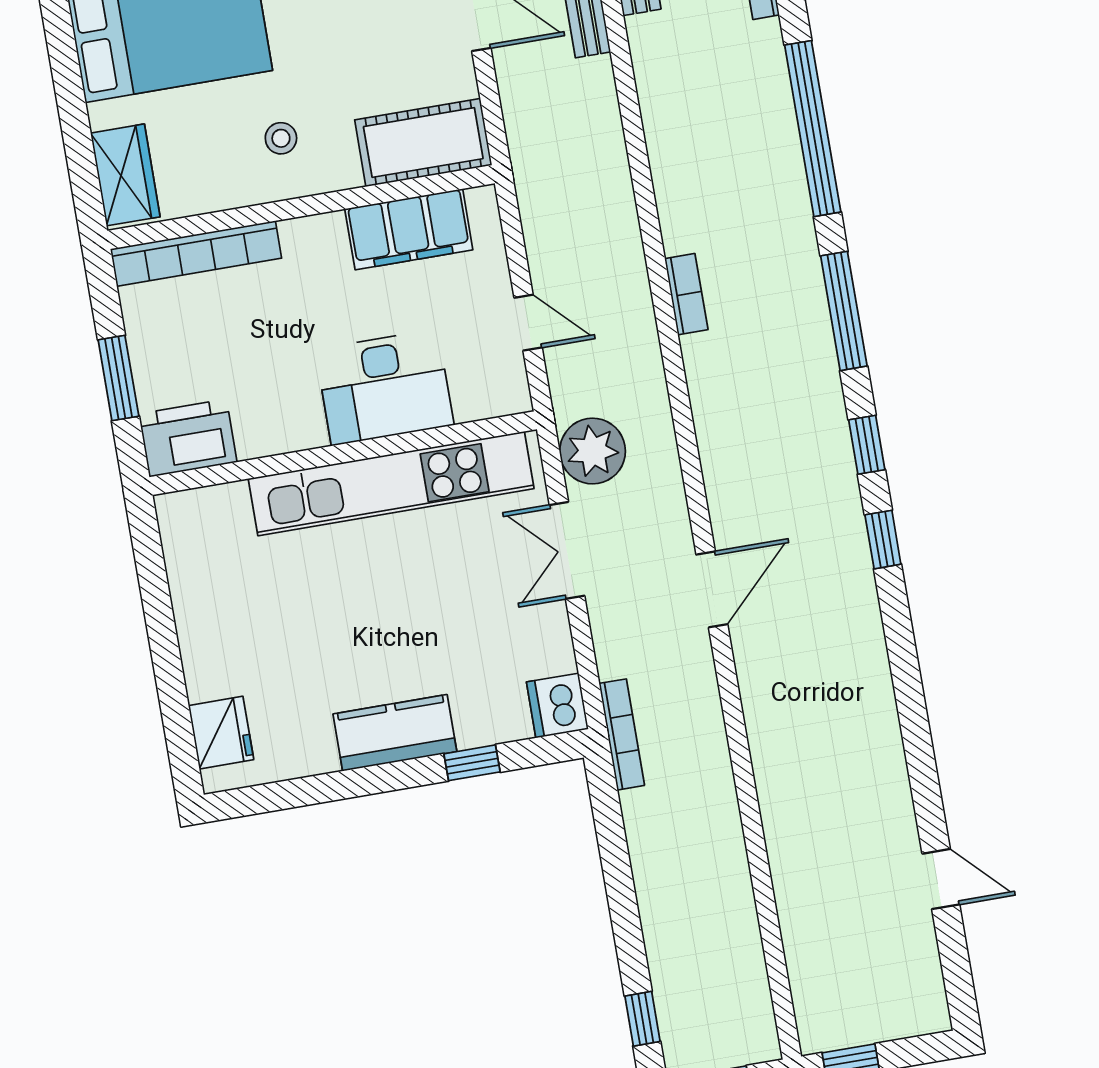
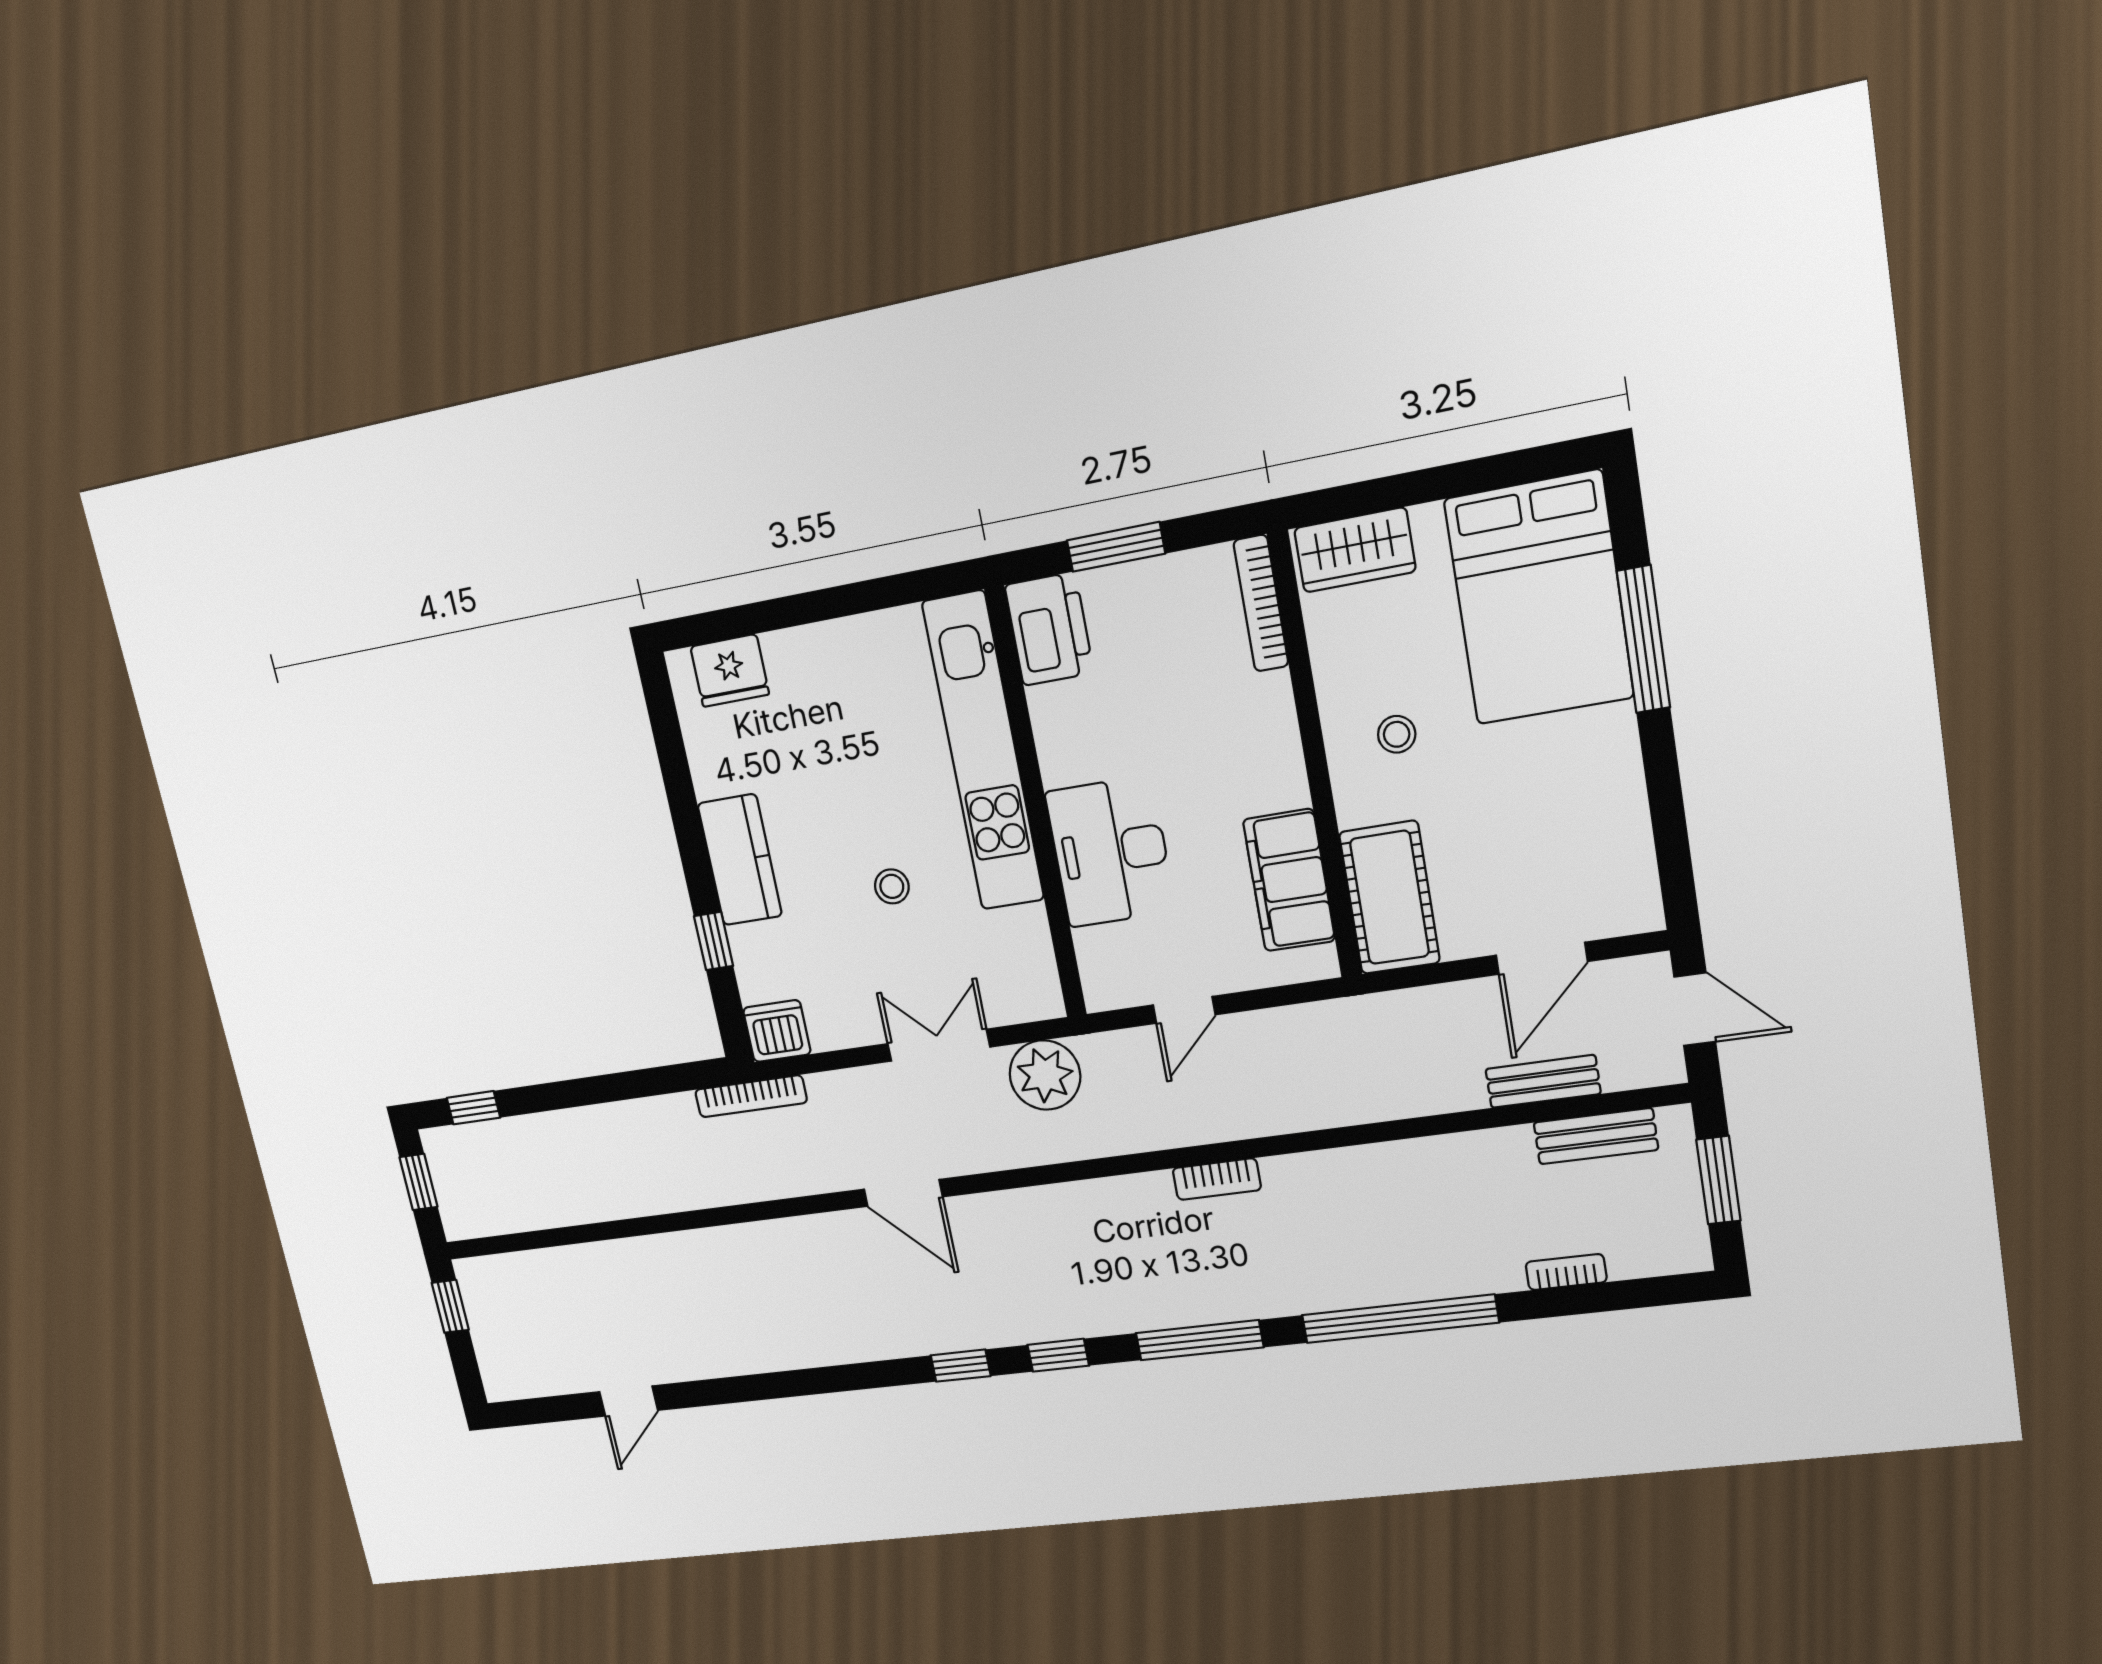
bookcase: (196, 254) -> (1261, 603), width x0.68, depth x0.76
kitchen unit: (391, 484) -> (983, 752), moved
stool: (418, 589) -> (892, 886), added

